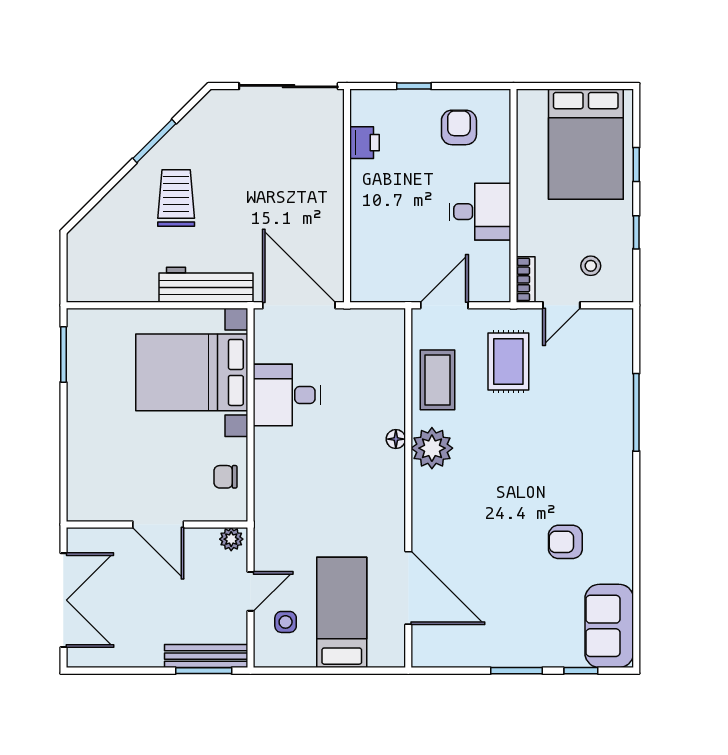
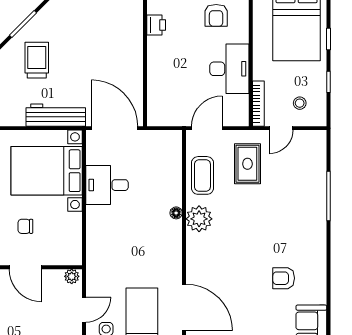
armchair: (459, 127) -> (216, 15), turned 180
desk: (480, 212) -> (229, 69), width x1.37
bookcase: (526, 279) -> (258, 104), width x1.56
chair: (225, 477) -> (25, 226), moved

